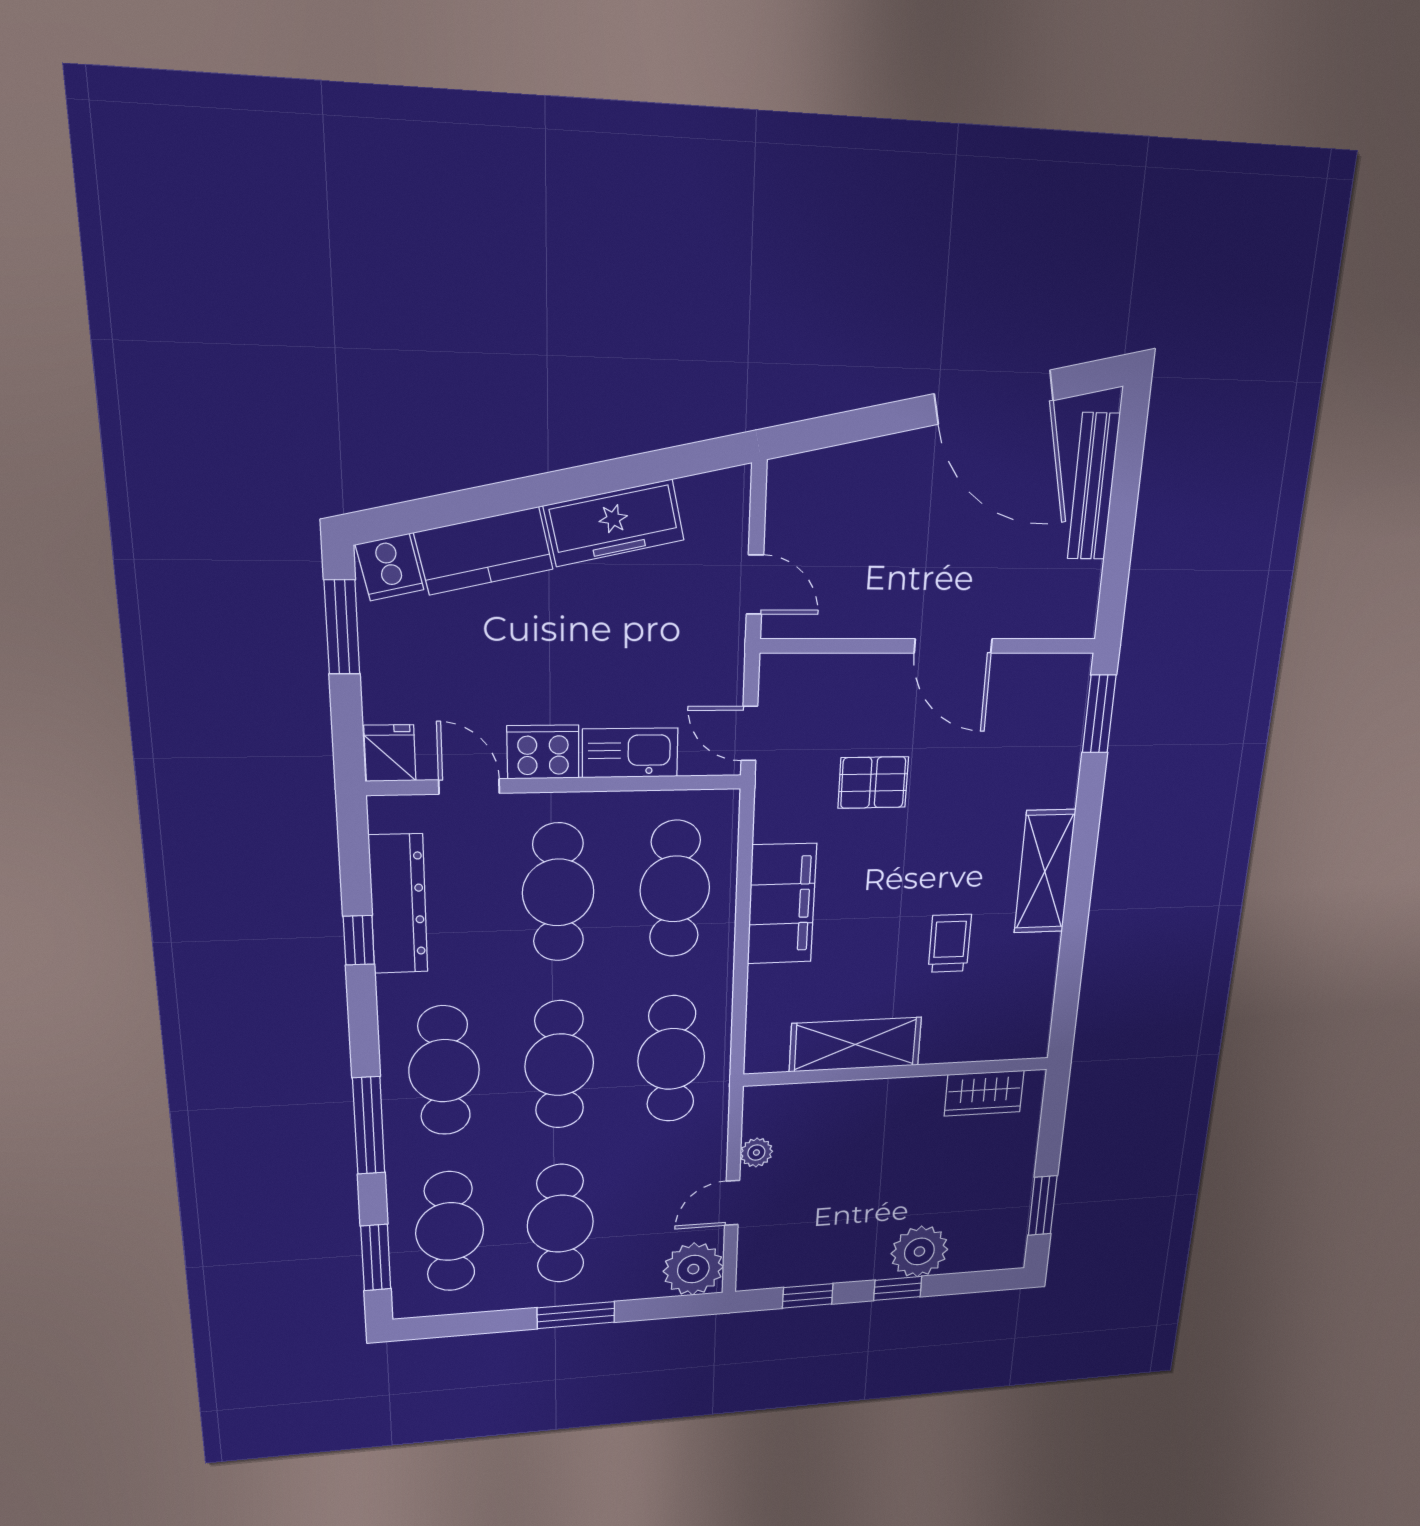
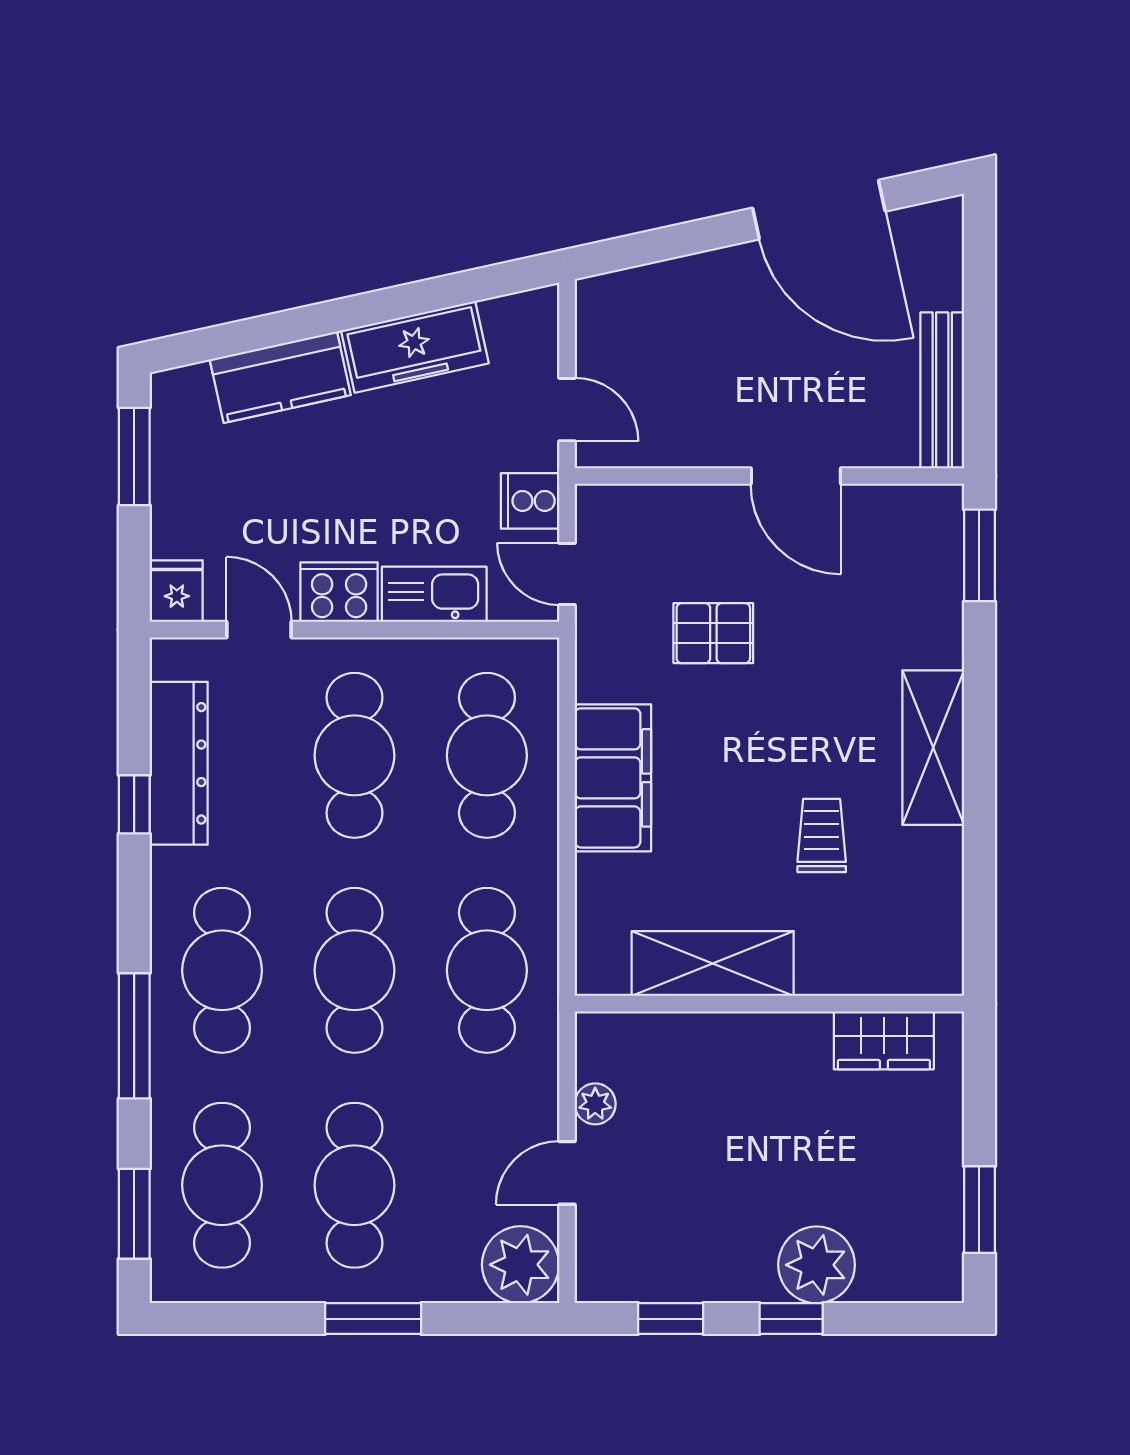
bench: (1094, 487) -> (942, 390), moved
cooker: (390, 567) -> (530, 501), moved, turned 102

